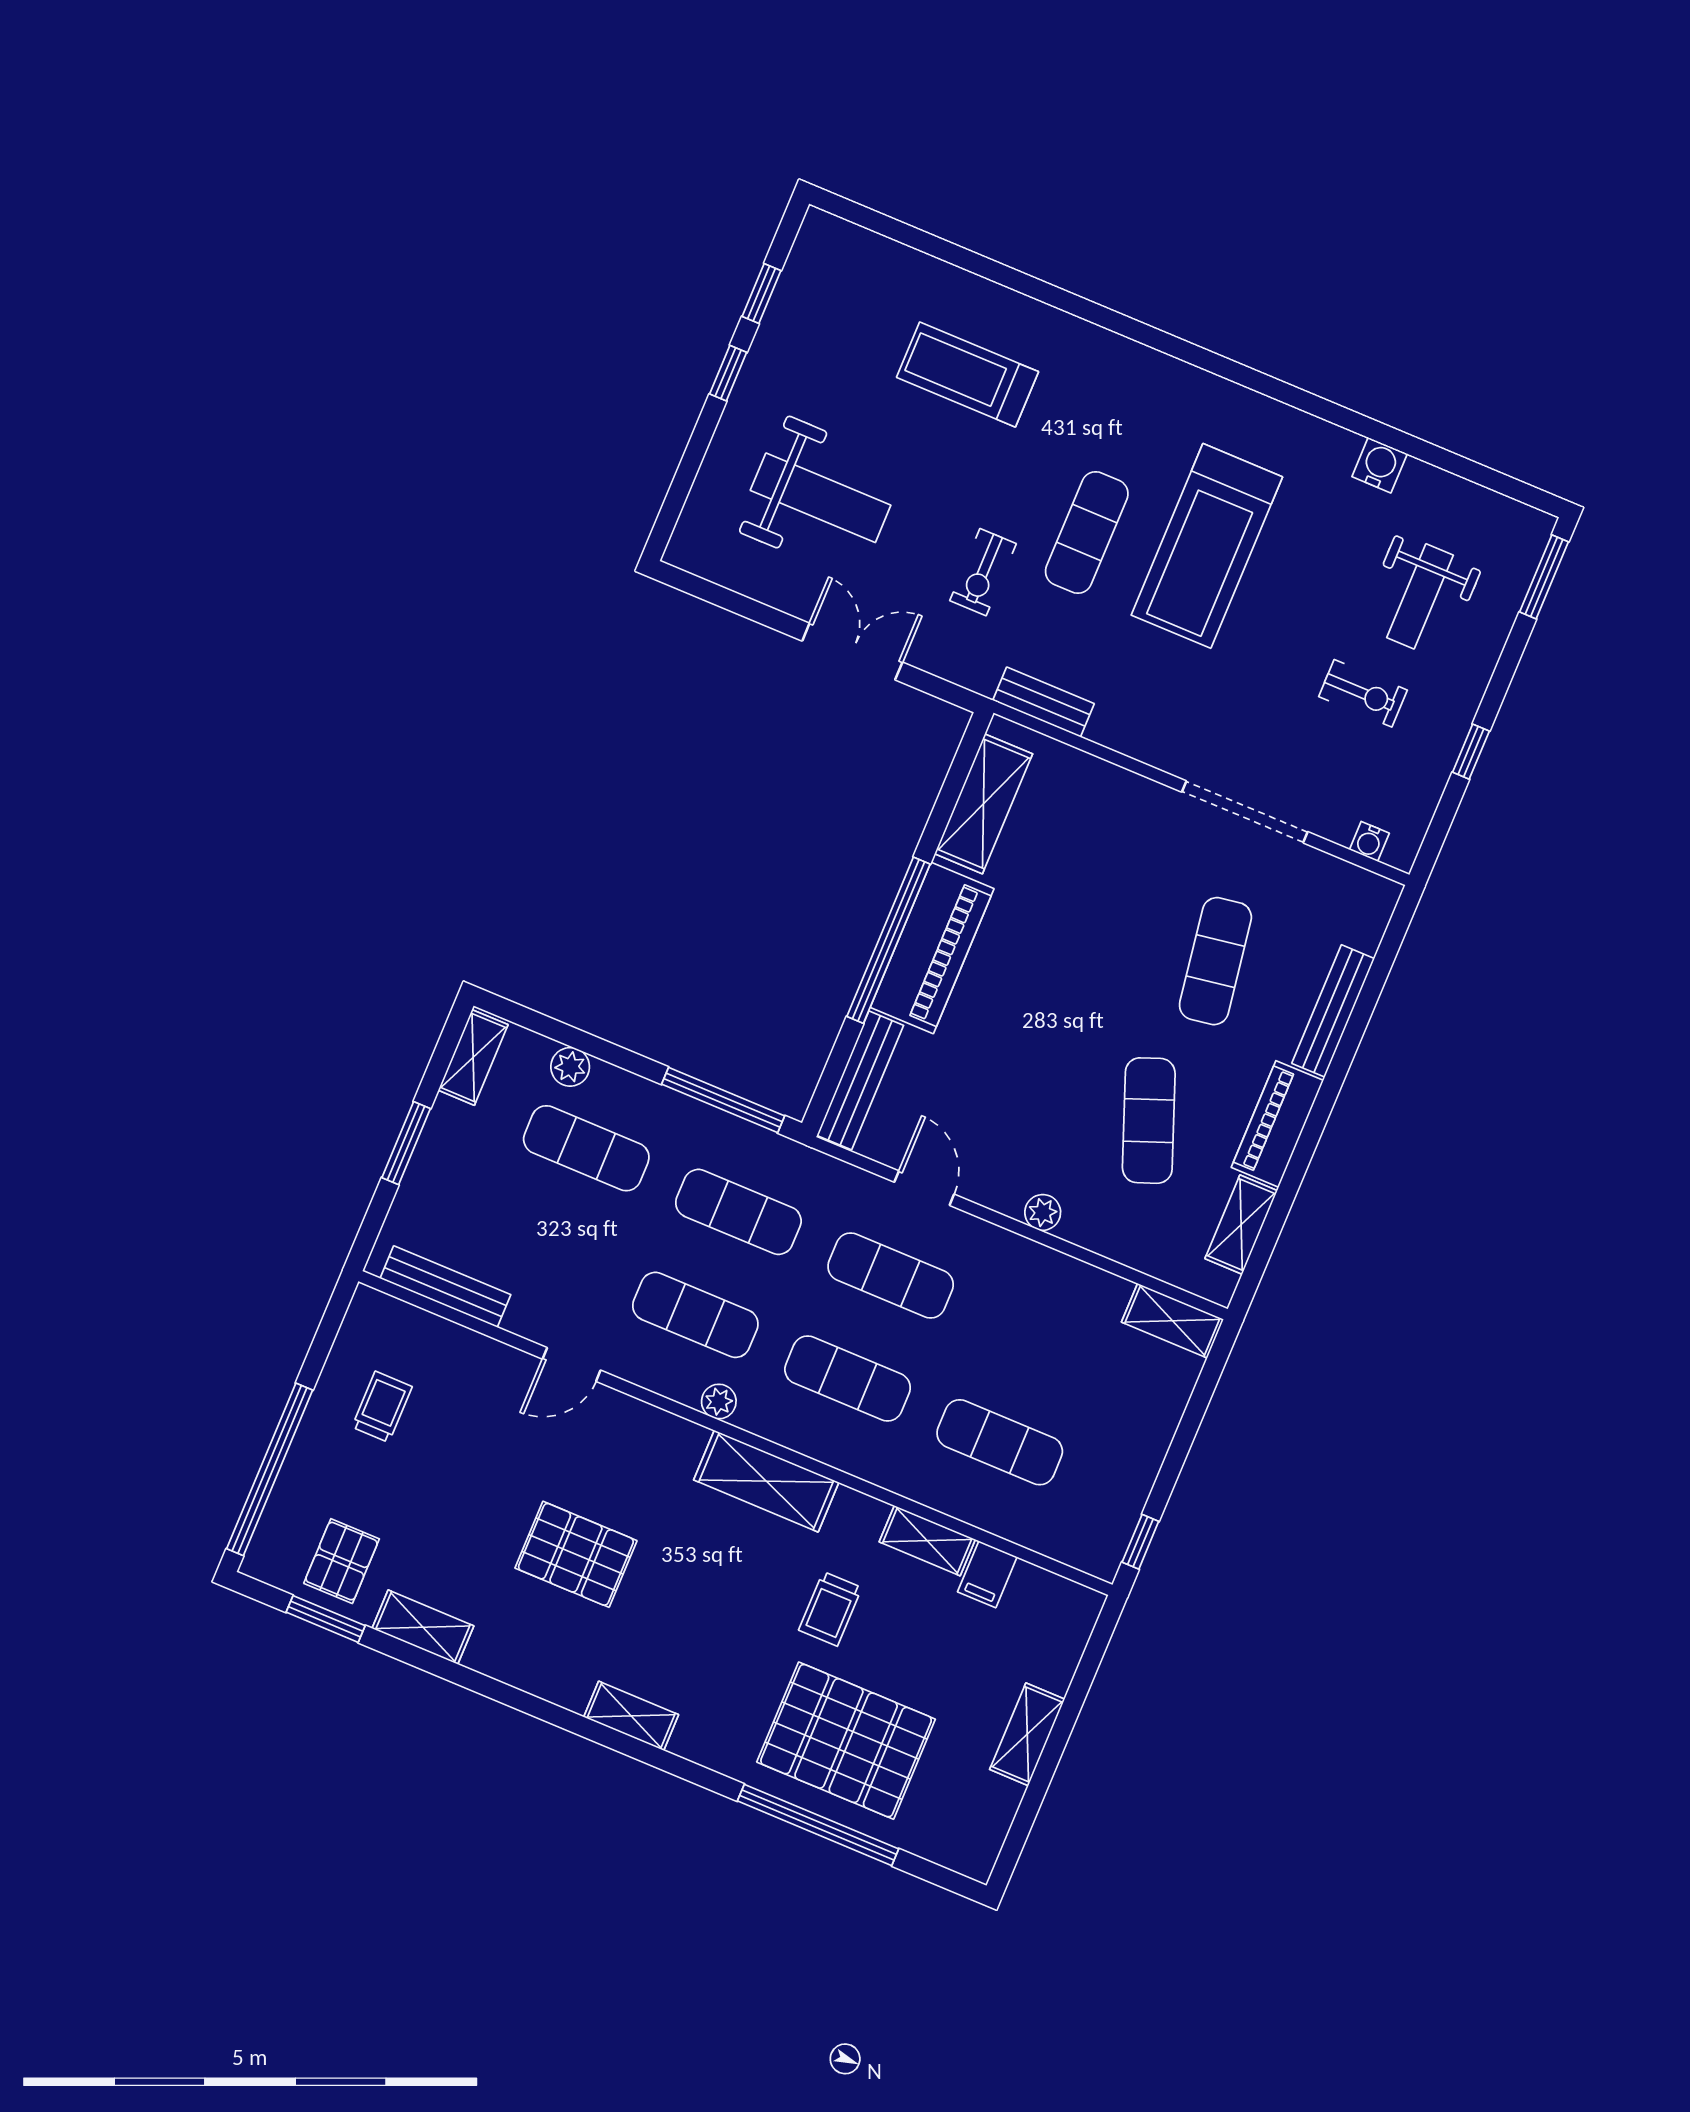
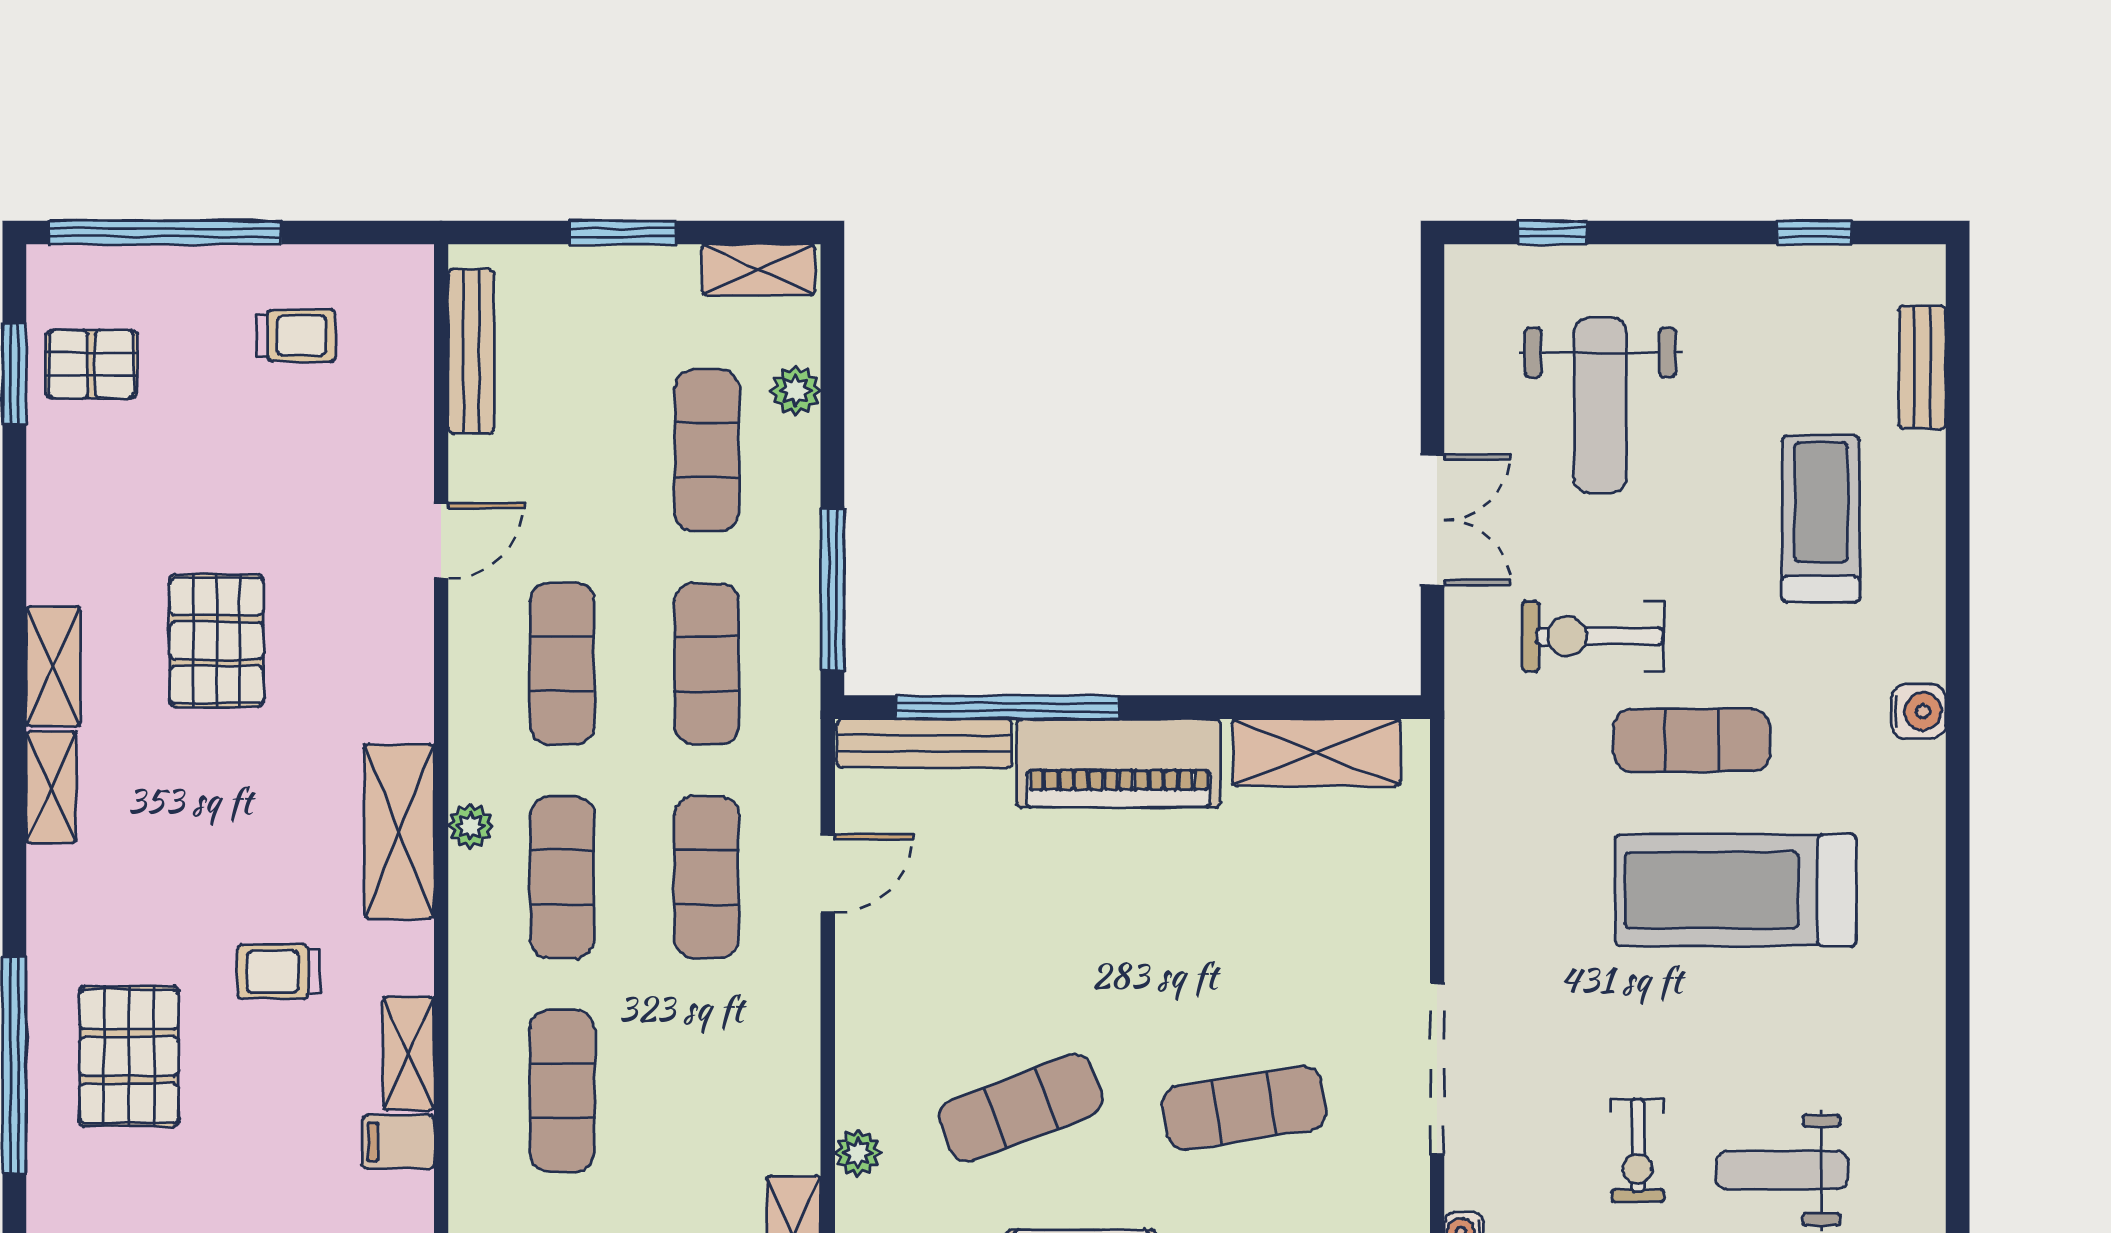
window: (728, 373) -> (1553, 233), moved
water cooler: (1380, 465) -> (1918, 711), moved
exercise bike: (983, 572) -> (1593, 636), width x1.38, depth x1.39
bench: (1043, 702) -> (1922, 367), moved
window: (888, 940) -> (1007, 707), moved
plant: (1043, 1212) -> (858, 1153), moved
door: (572, 1365) -> (441, 541), swing flipped
plant: (719, 1402) -> (470, 826), moved
shelving: (423, 1627) -> (53, 666), moved
pallet: (846, 1741) -> (129, 1056), width x0.73, depth x0.71

